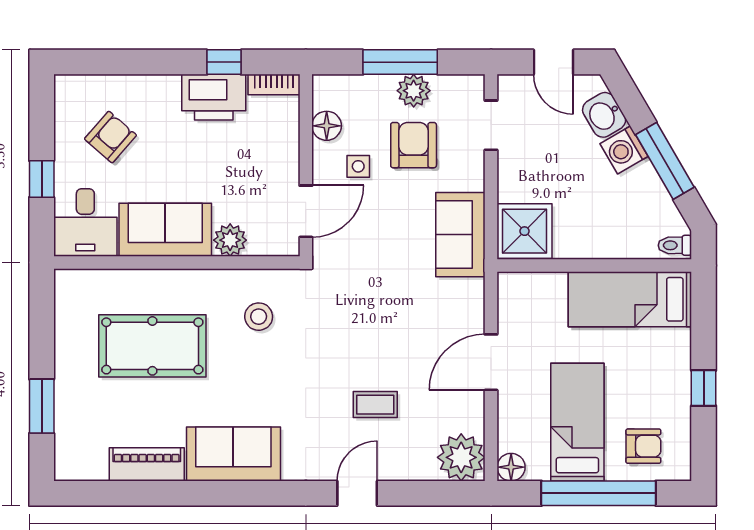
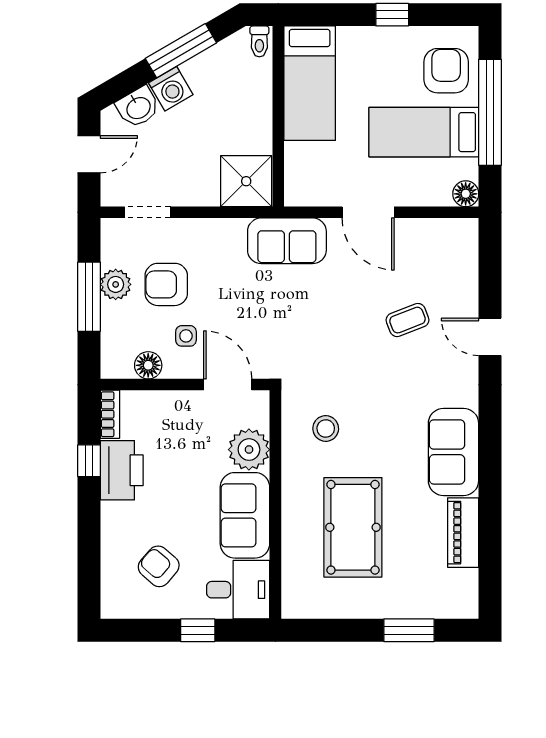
sofa: (460, 235) -> (287, 241), moved
plant: (230, 240) -> (249, 450), width x1.36, depth x1.36
coffee table: (375, 405) -> (408, 320), turned 69
armchair: (643, 446) -> (446, 71), width x1.38, depth x1.38
plant: (461, 457) -> (457, 240), removed

